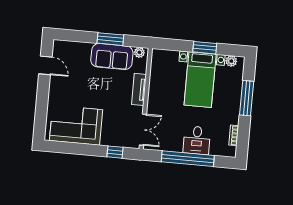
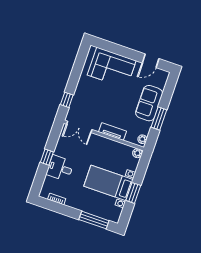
sofa: (112, 57) -> (149, 103), moved
plant: (231, 61) -> (137, 153), moved
window: (247, 98) -> (94, 220), moved
corner sofa: (76, 125) -> (112, 68), moved, turned 90
window: (188, 159) -> (47, 157), width x0.32

